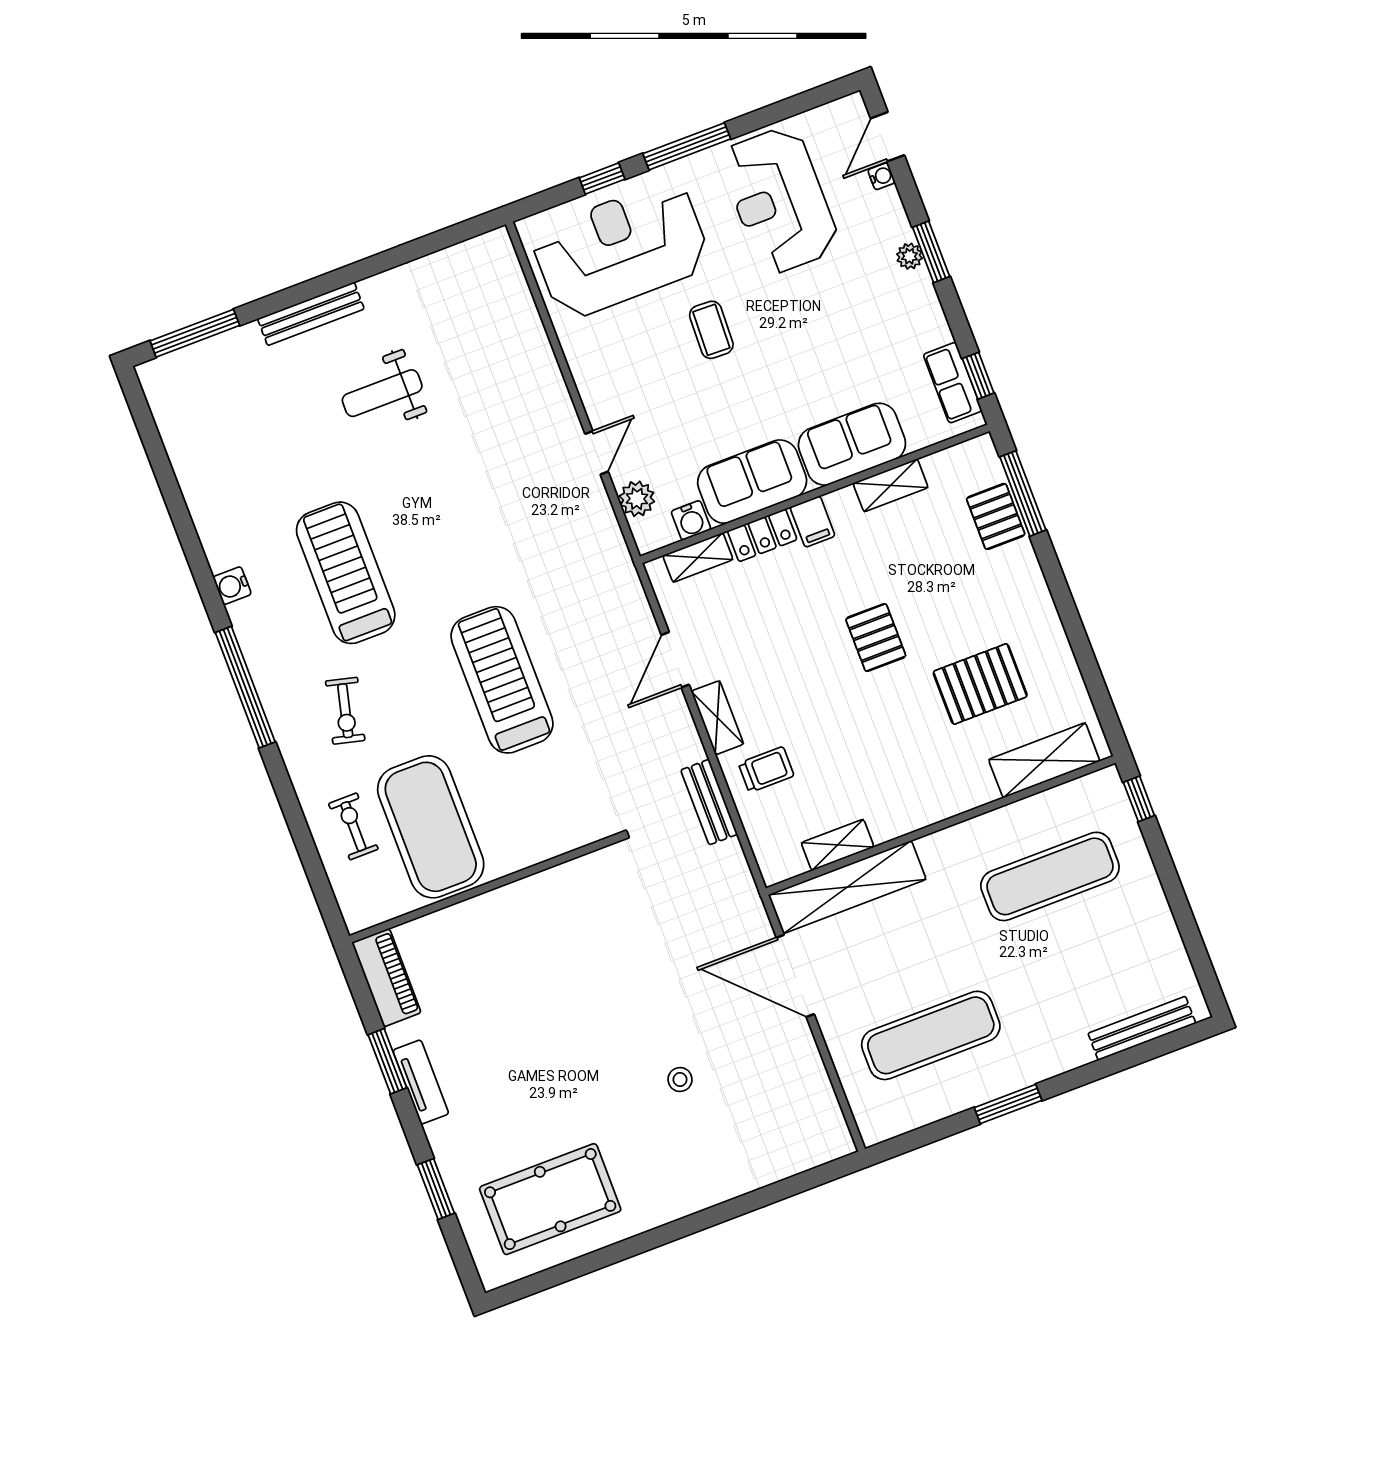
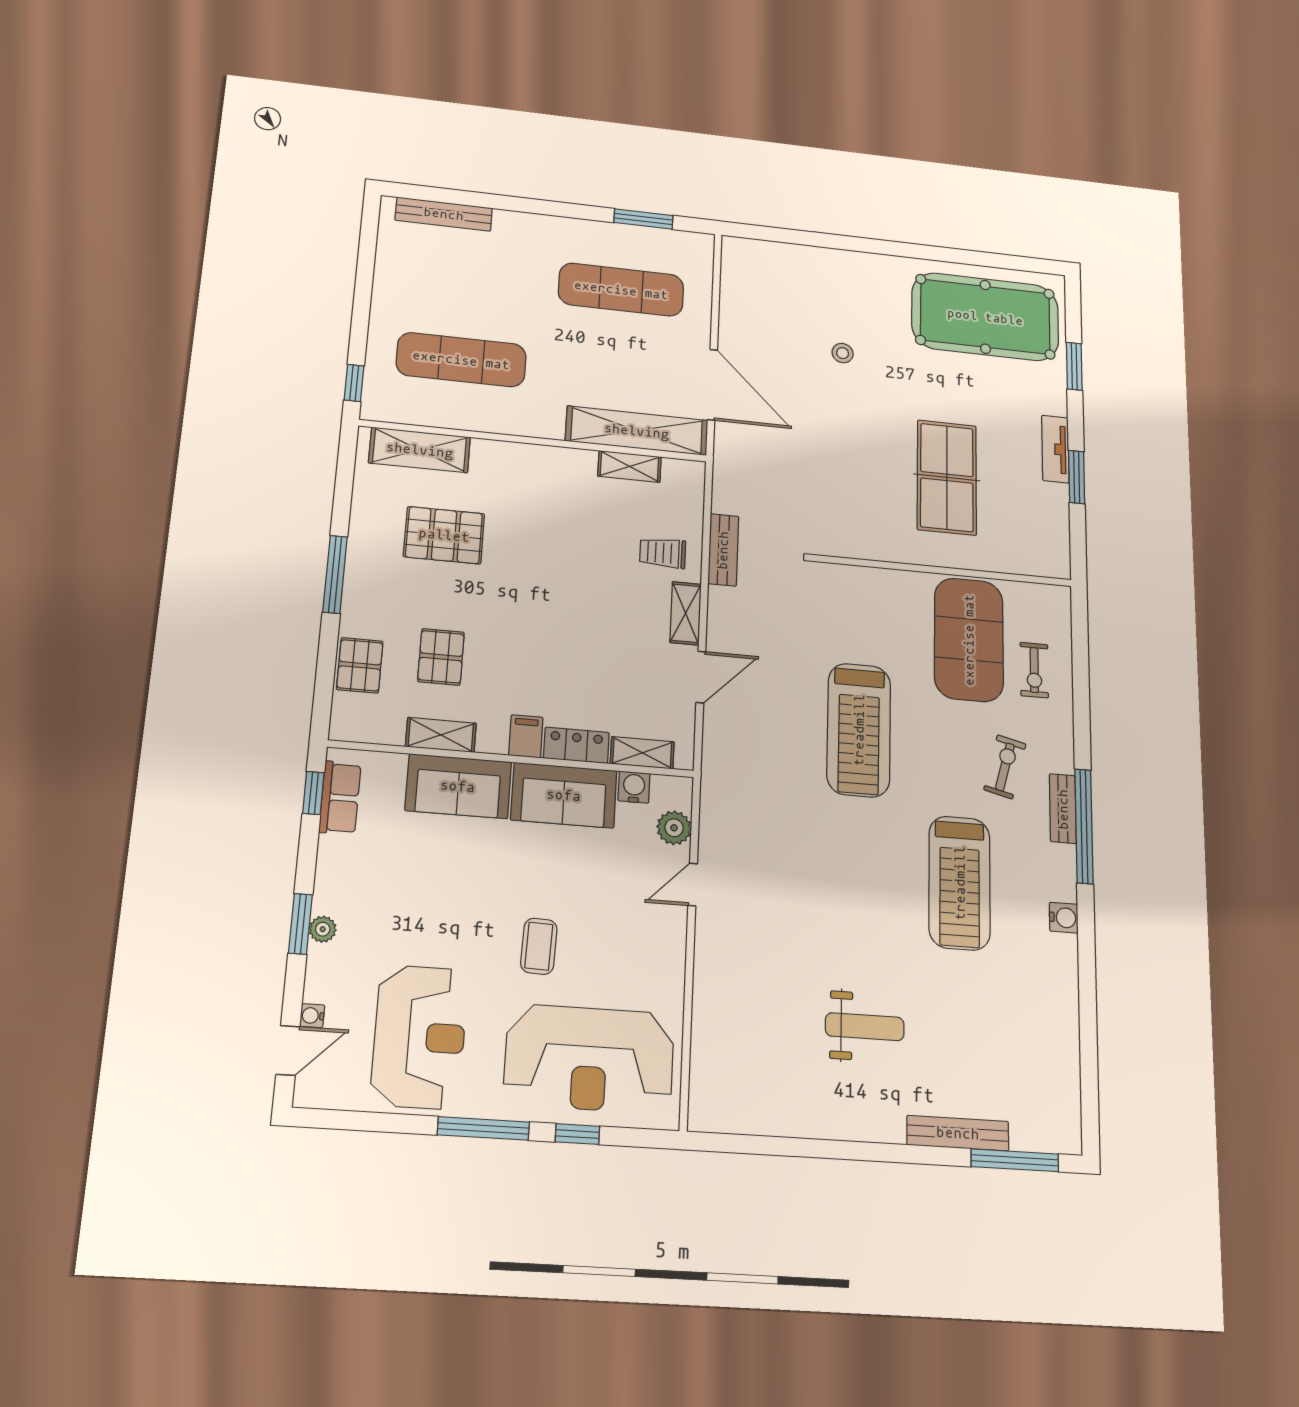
bench: (311, 314) -> (958, 1133), moved
window: (1023, 493) -> (335, 574), moved
pallet: (876, 637) -> (441, 657), moved
bench: (273, 695) -> (1063, 809), added
piano: (386, 978) -> (1053, 540), removed
table tennis table: (520, 993) -> (947, 477), added
window: (1008, 1104) -> (643, 219), moved
pool table: (550, 1199) -> (985, 317), width x1.36, depth x1.32

